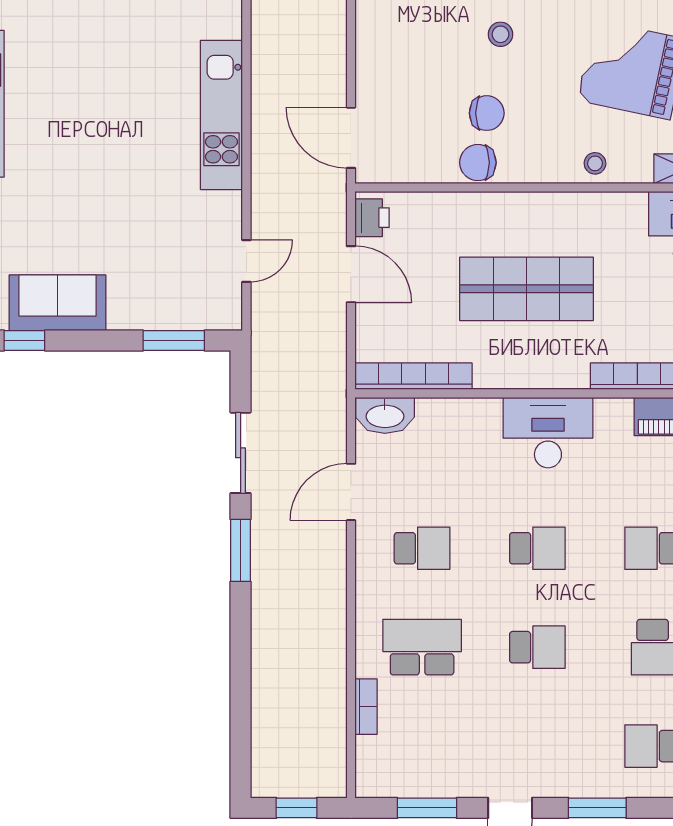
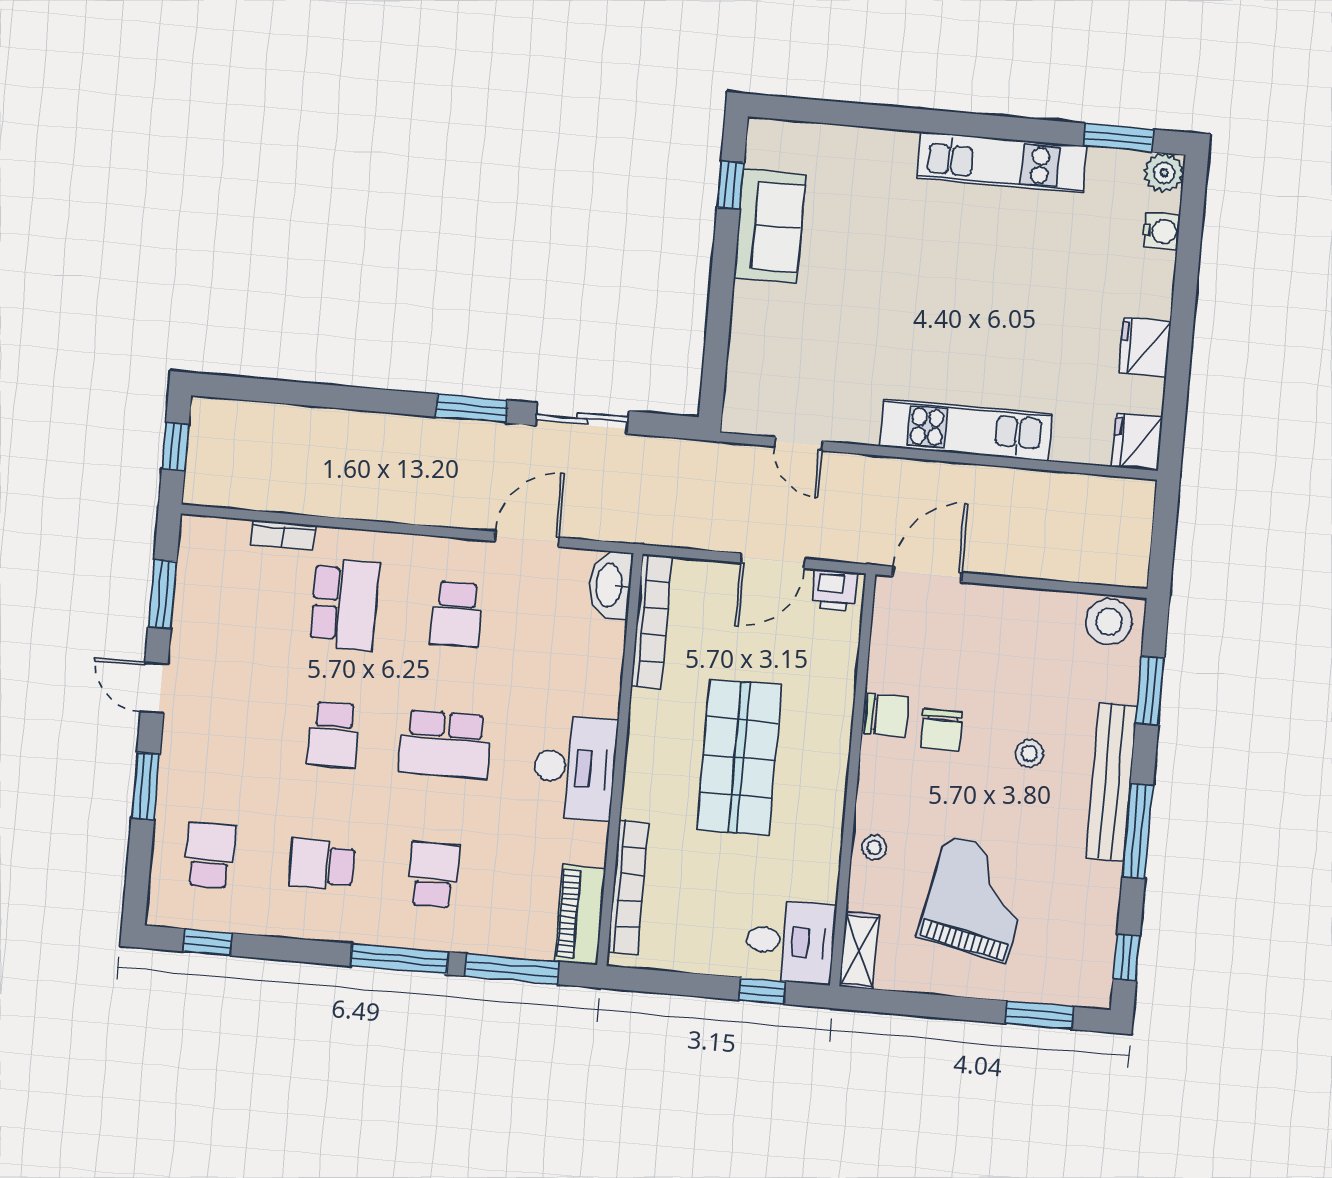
chair: (478, 163) -> (887, 715), turned 90
window: (174, 340) -> (716, 354), removed
door: (351, 492) -> (527, 539), hinge flipped
school desk: (537, 548) -> (445, 744), width x1.85

